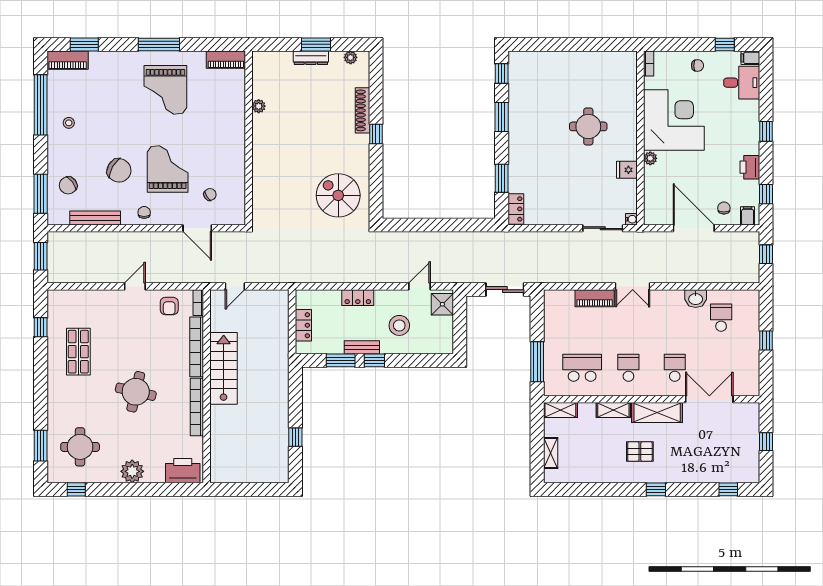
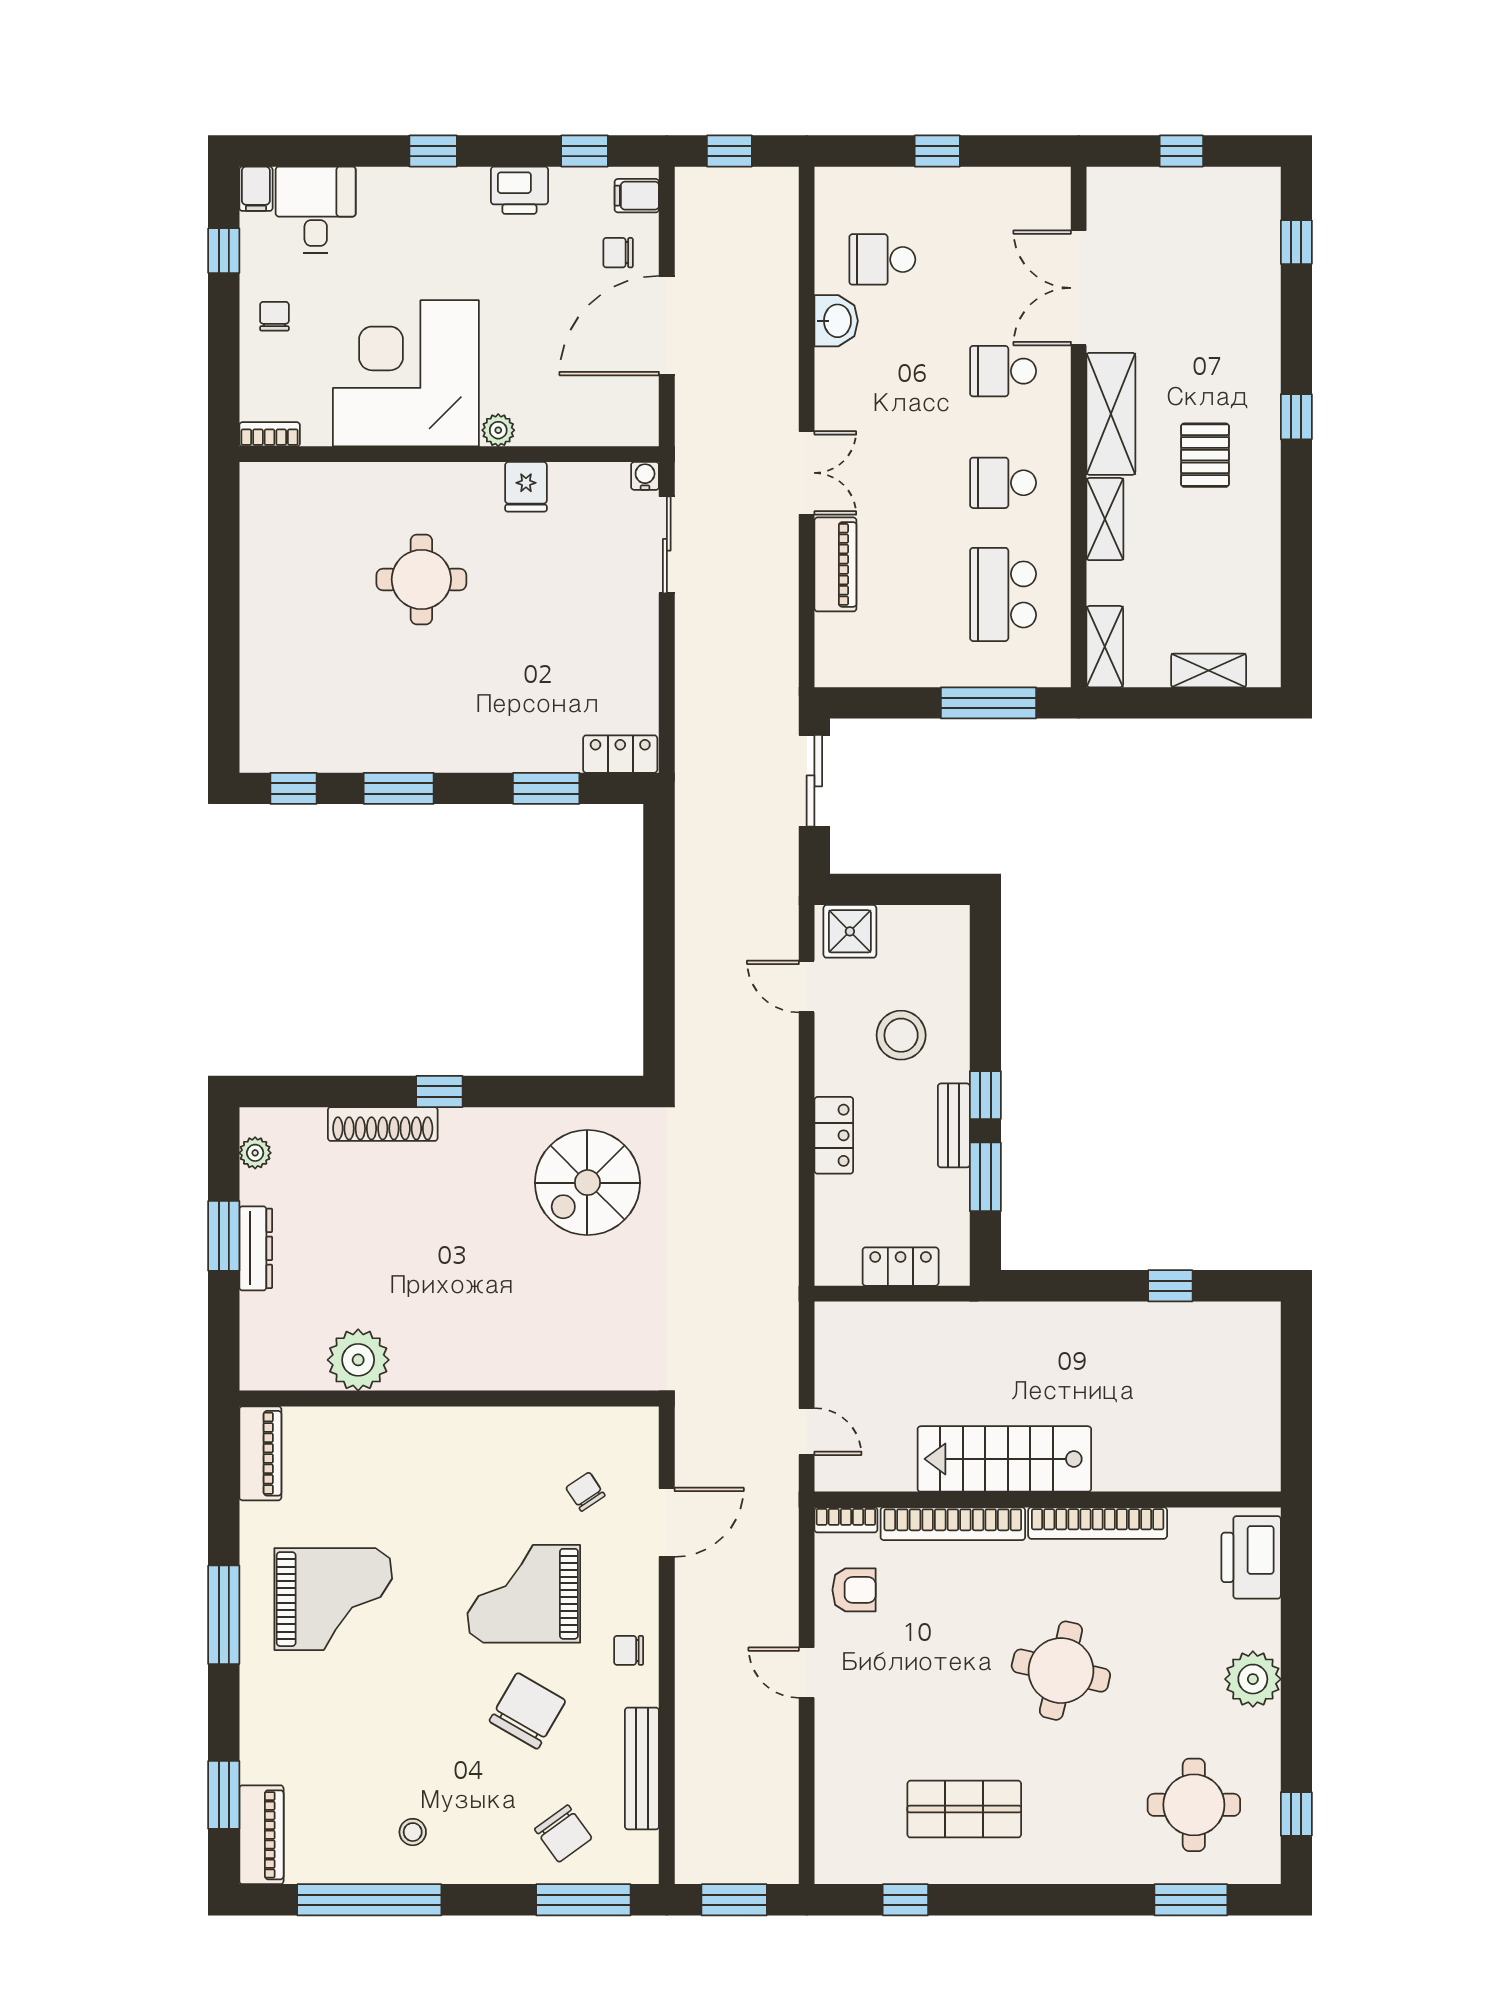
plant: (259, 106) -> (358, 1360), width x1.88, depth x1.88

